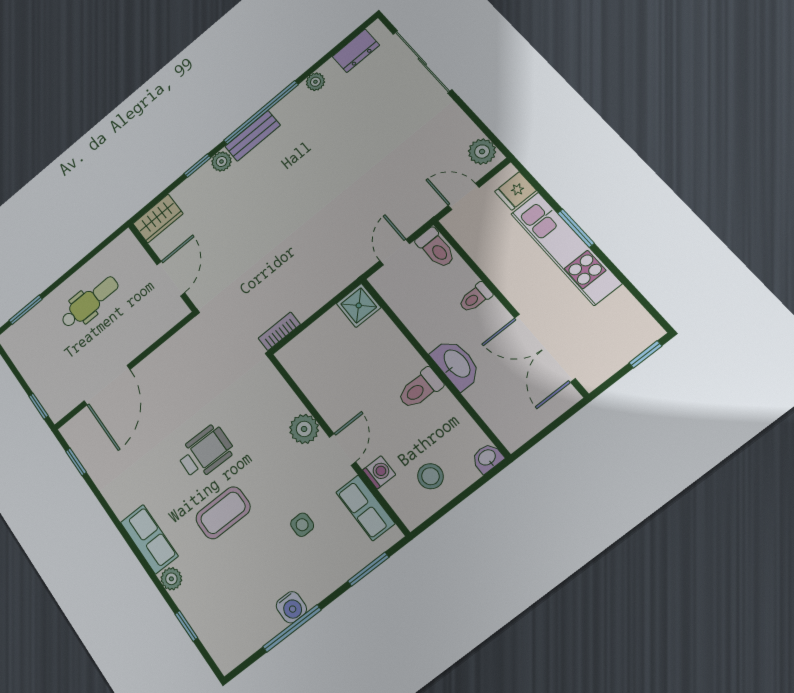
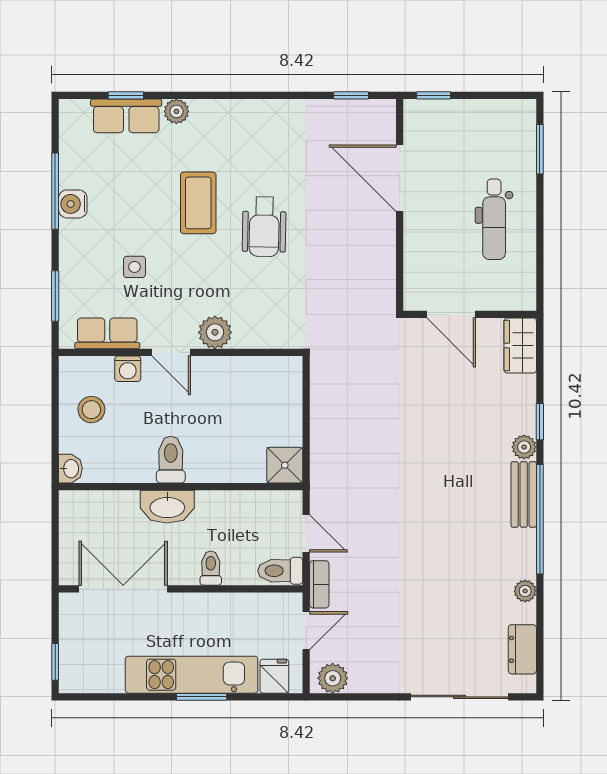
bookcase: (279, 331) -> (319, 584), moved
row of seats: (149, 539) -> (126, 116), moved

